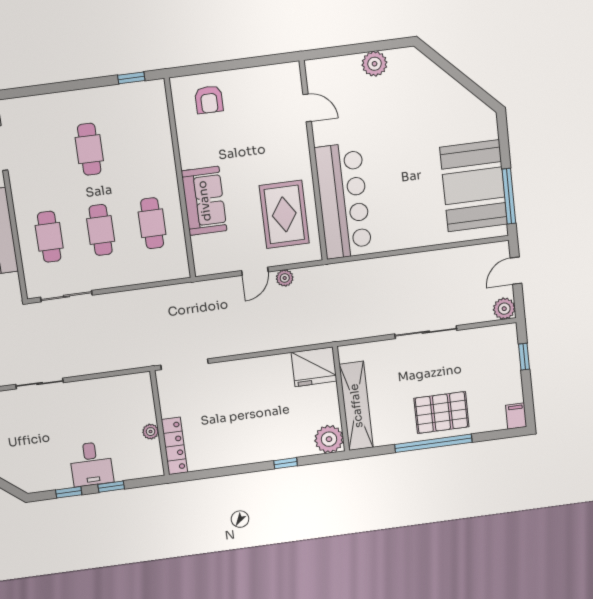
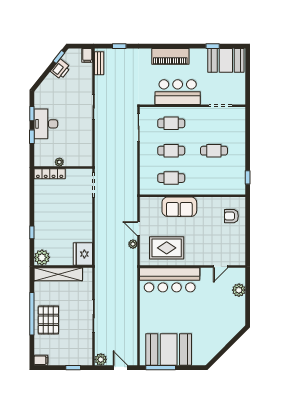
plant: (375, 64) -> (239, 290), moved
desk: (91, 464) -> (46, 124), width x1.37

